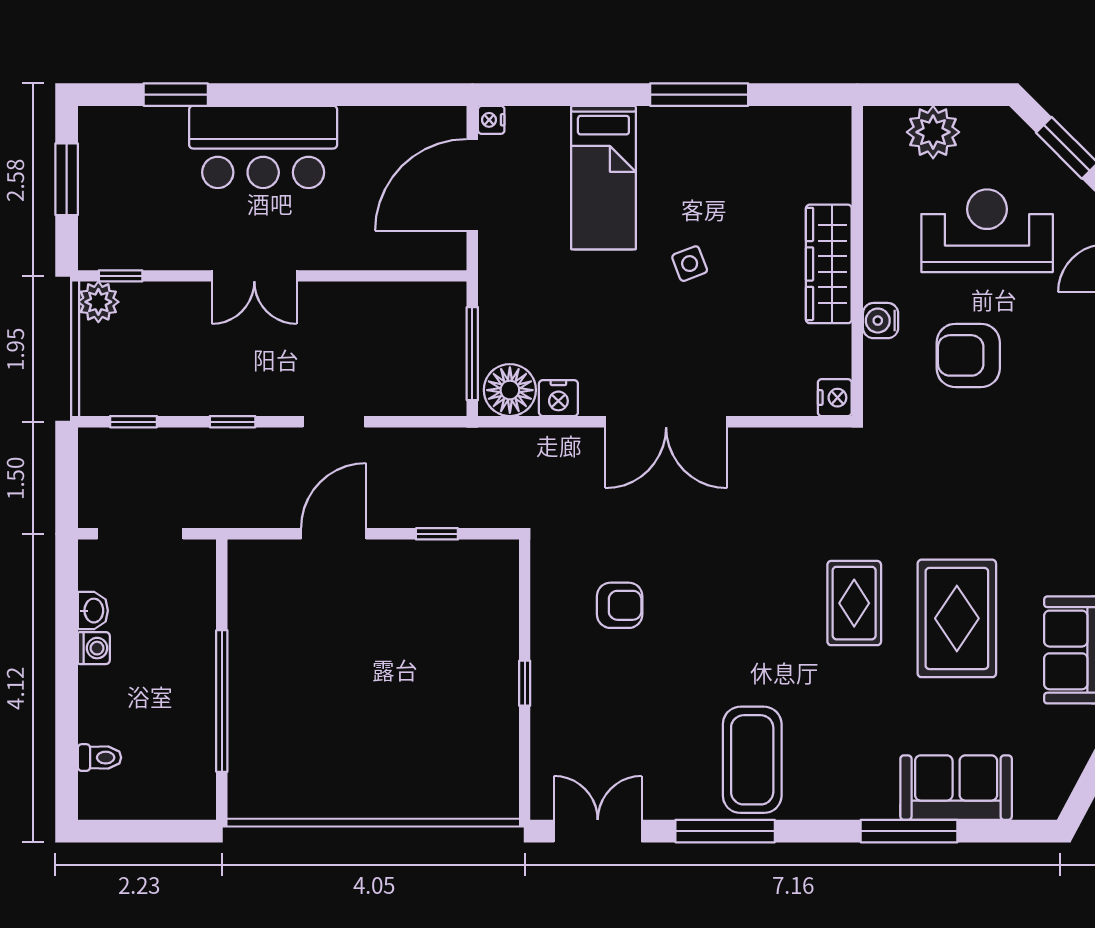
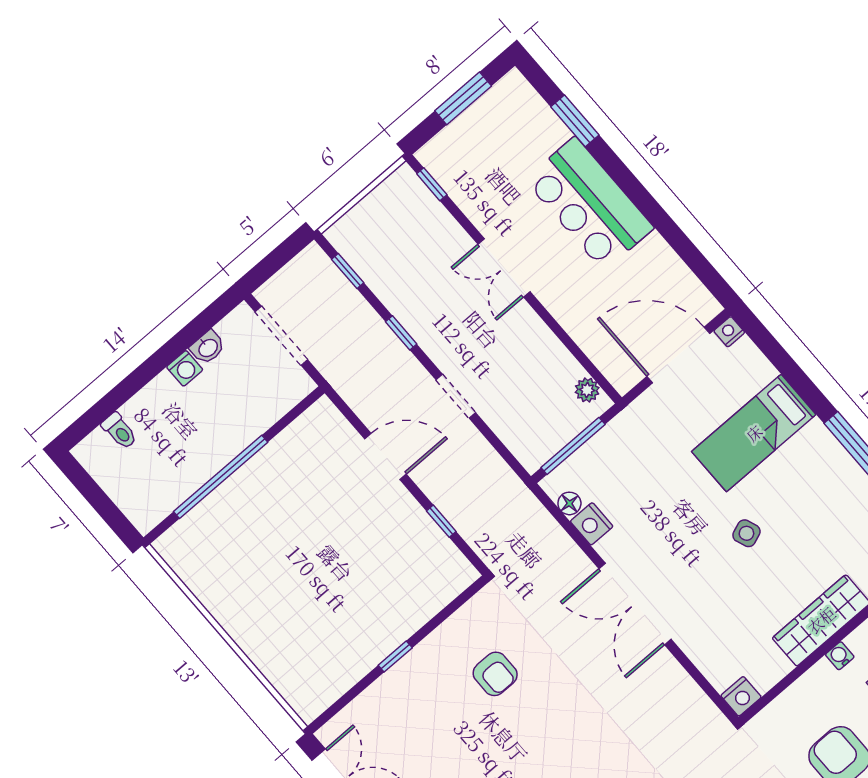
plant: (98, 302) -> (587, 390), moved, width x0.73, depth x0.73
water cooler: (881, 321) -> (840, 656), moved, width x0.72, depth x0.72
floor lamp: (510, 390) -> (569, 503), width x0.53, depth x0.53

